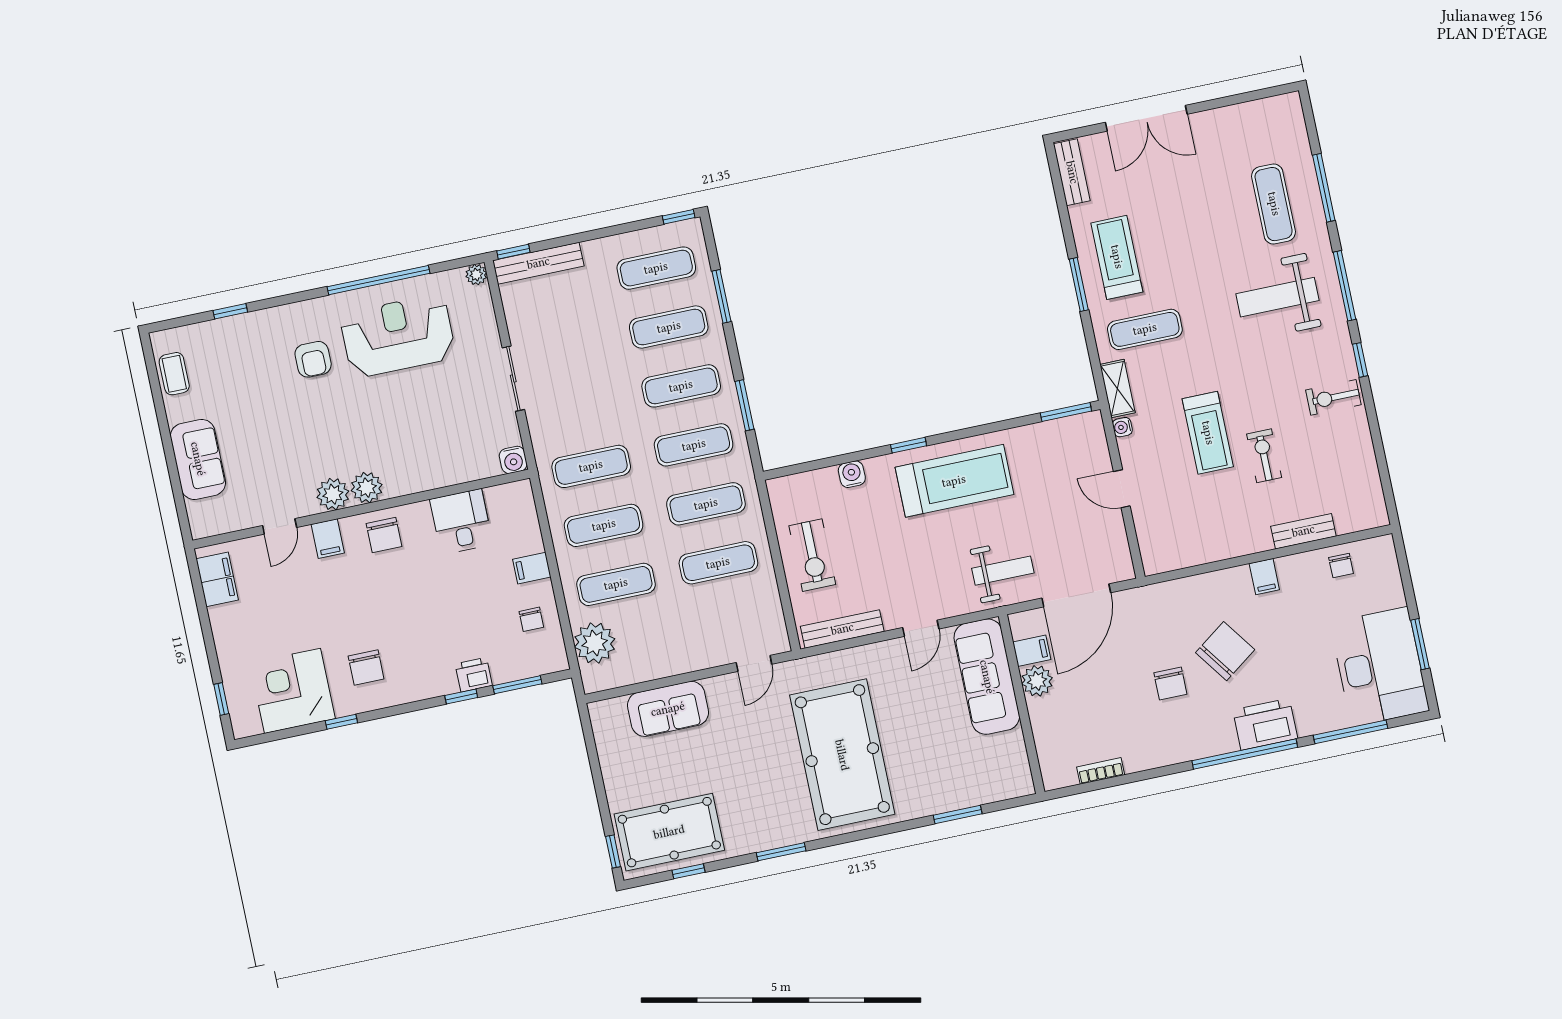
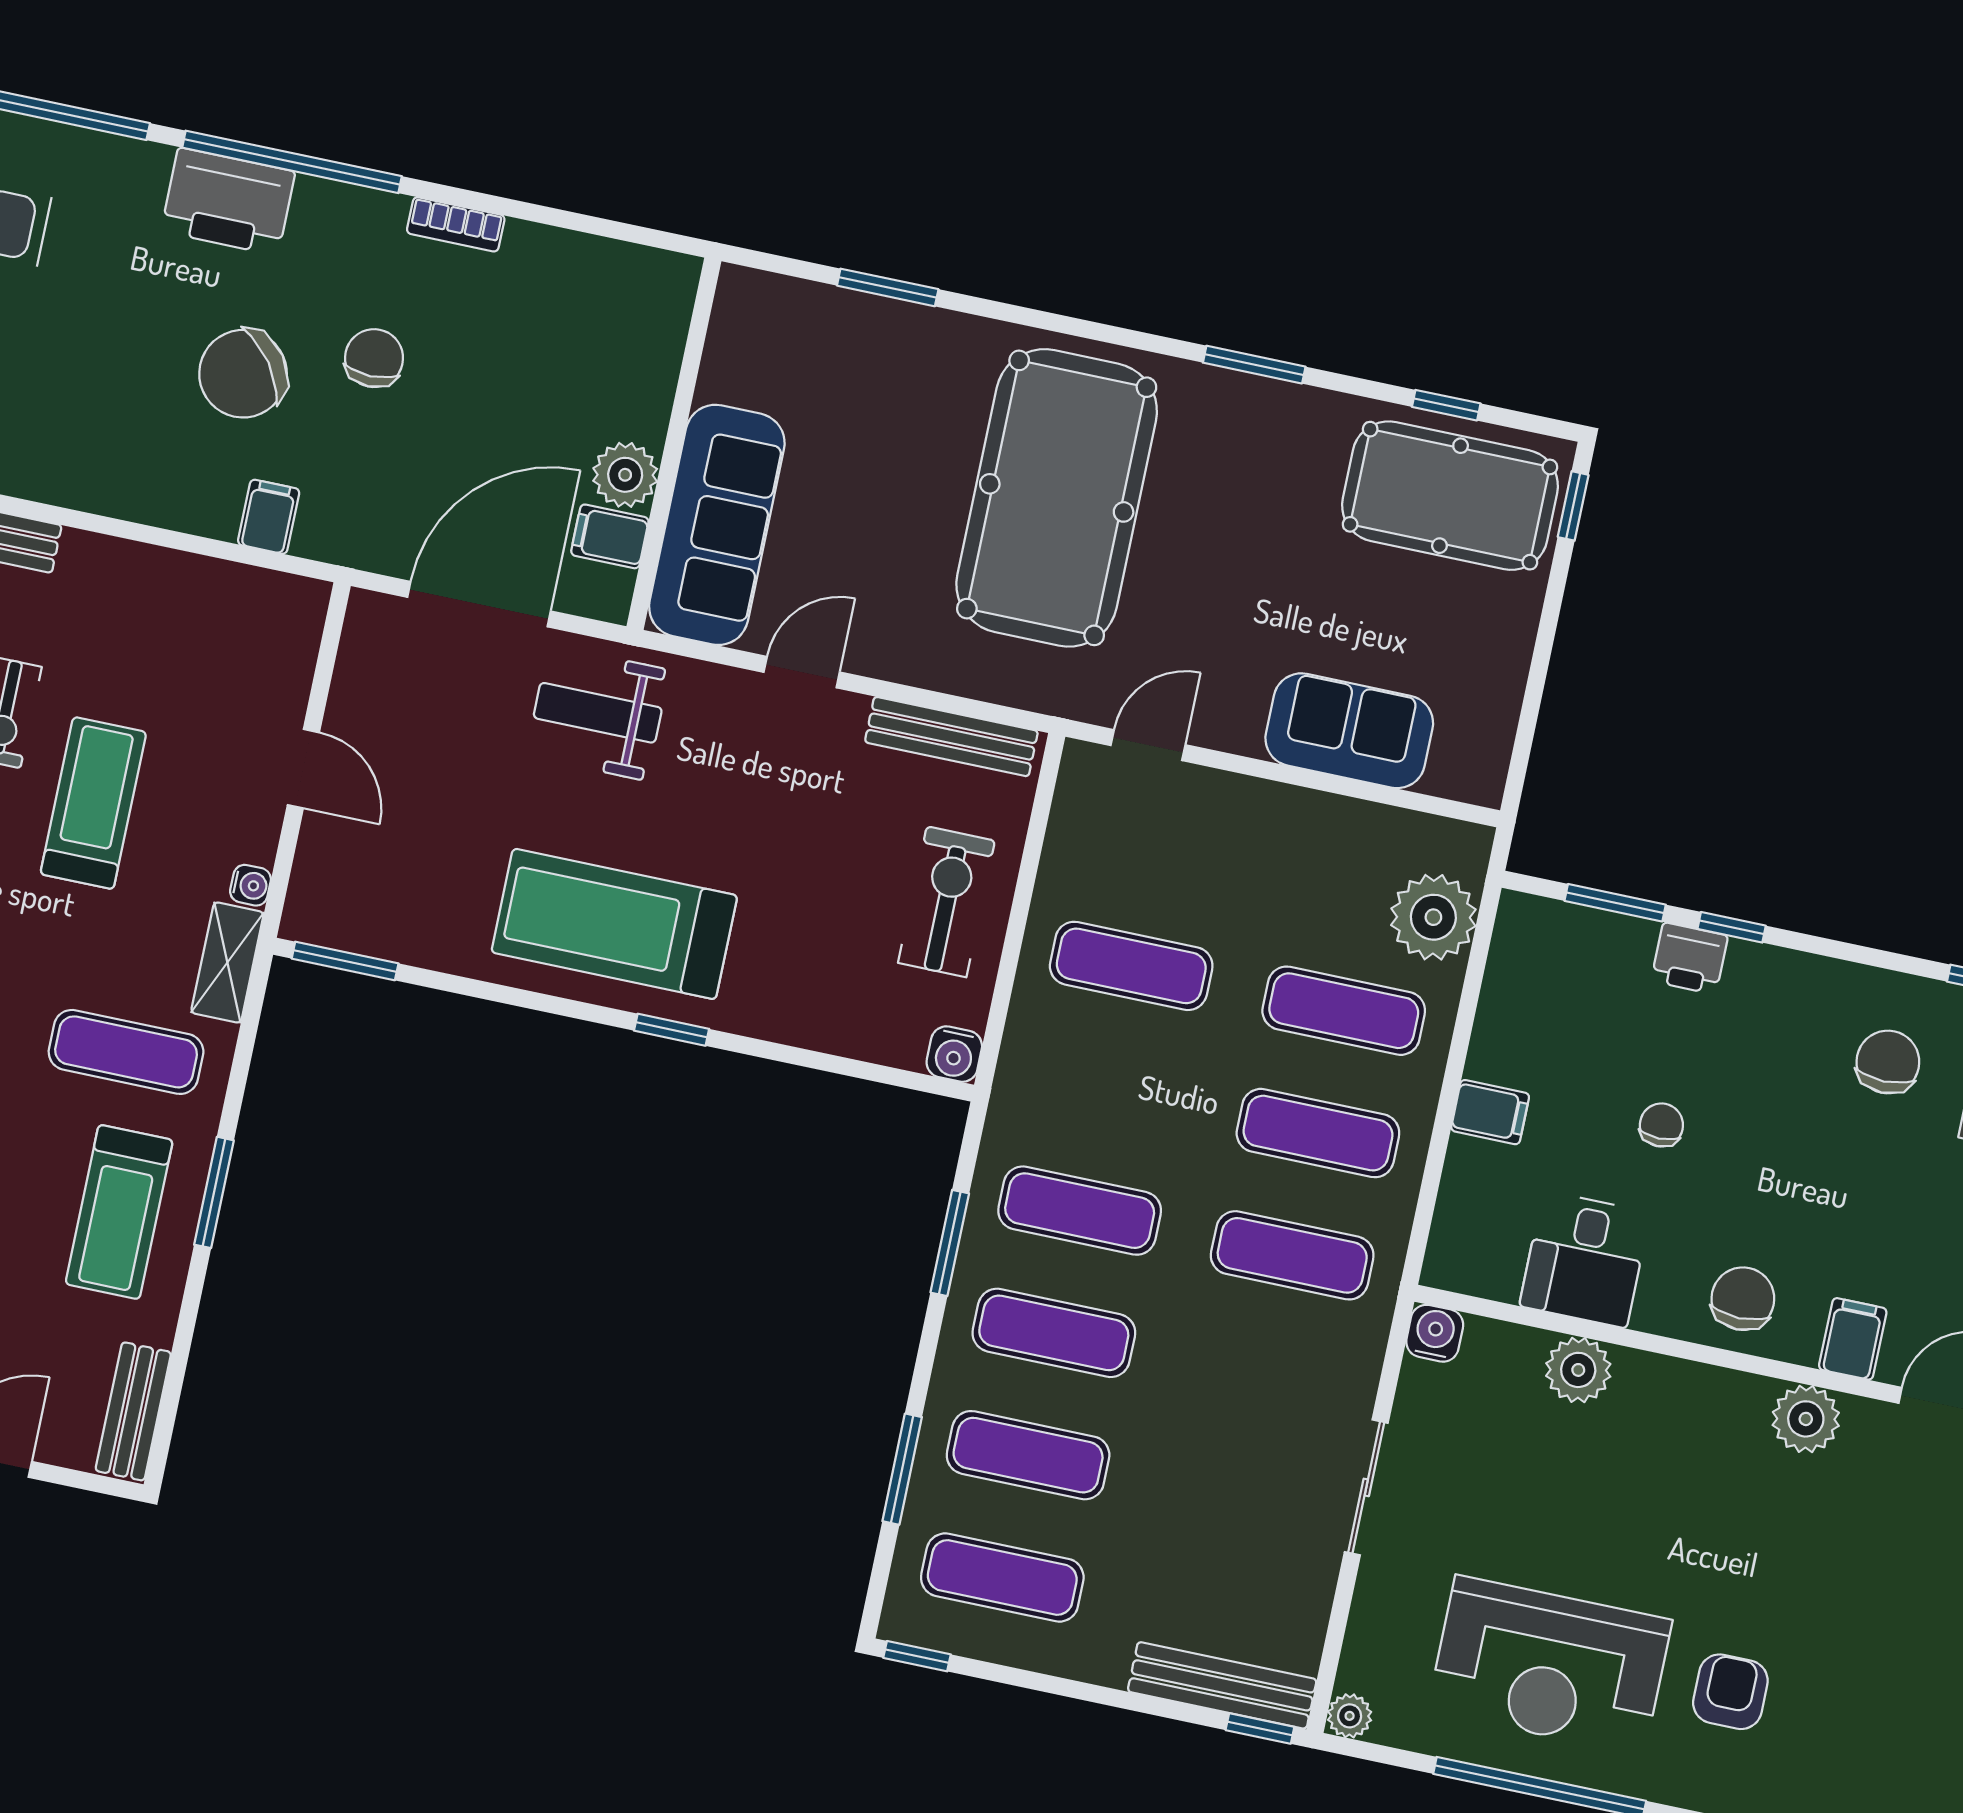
water cooler: (852, 474) -> (954, 1054), moved
plant: (367, 488) -> (1578, 1370), moved
exercise mat: (706, 504) -> (1105, 1088), removed
filing cabinet: (1264, 577) -> (269, 517), moved
chair: (531, 619) -> (1661, 1125), moved
bookcase: (1101, 771) -> (456, 224), moved

